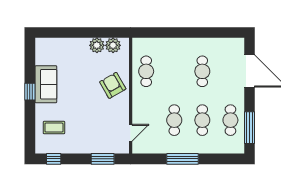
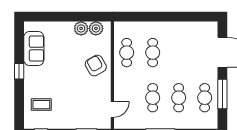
cafe table: (202, 71) -> (153, 53), moved
sofa: (46, 84) -> (34, 48), moved
window: (250, 128) -> (222, 94), moved

